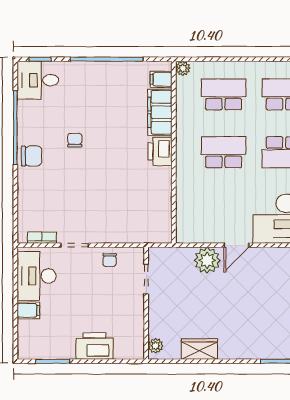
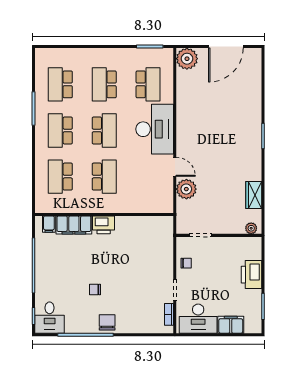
plant: (183, 68) -> (40, 208), removed
school desk: (224, 152) -> (104, 177), turned 180
filing cabinet: (28, 310) -> (231, 325), width x2.00

